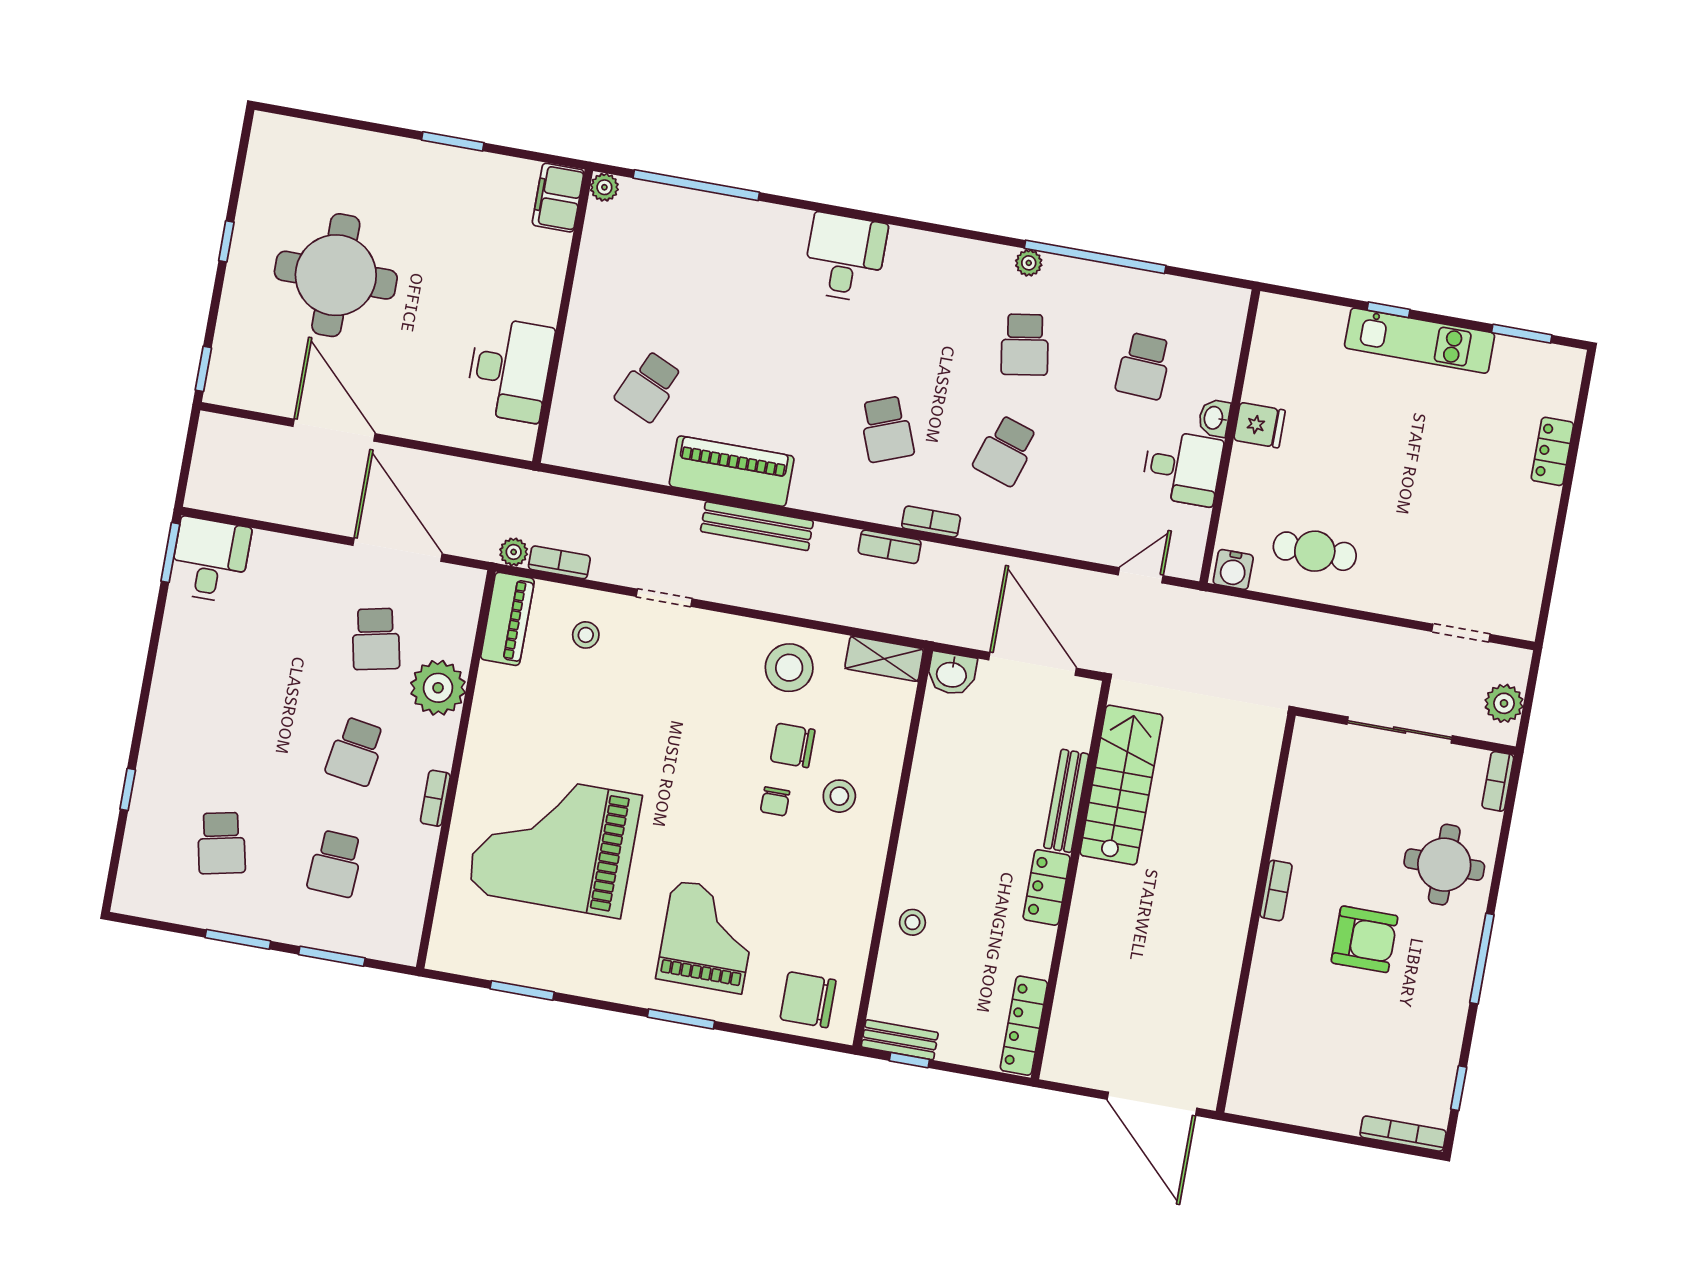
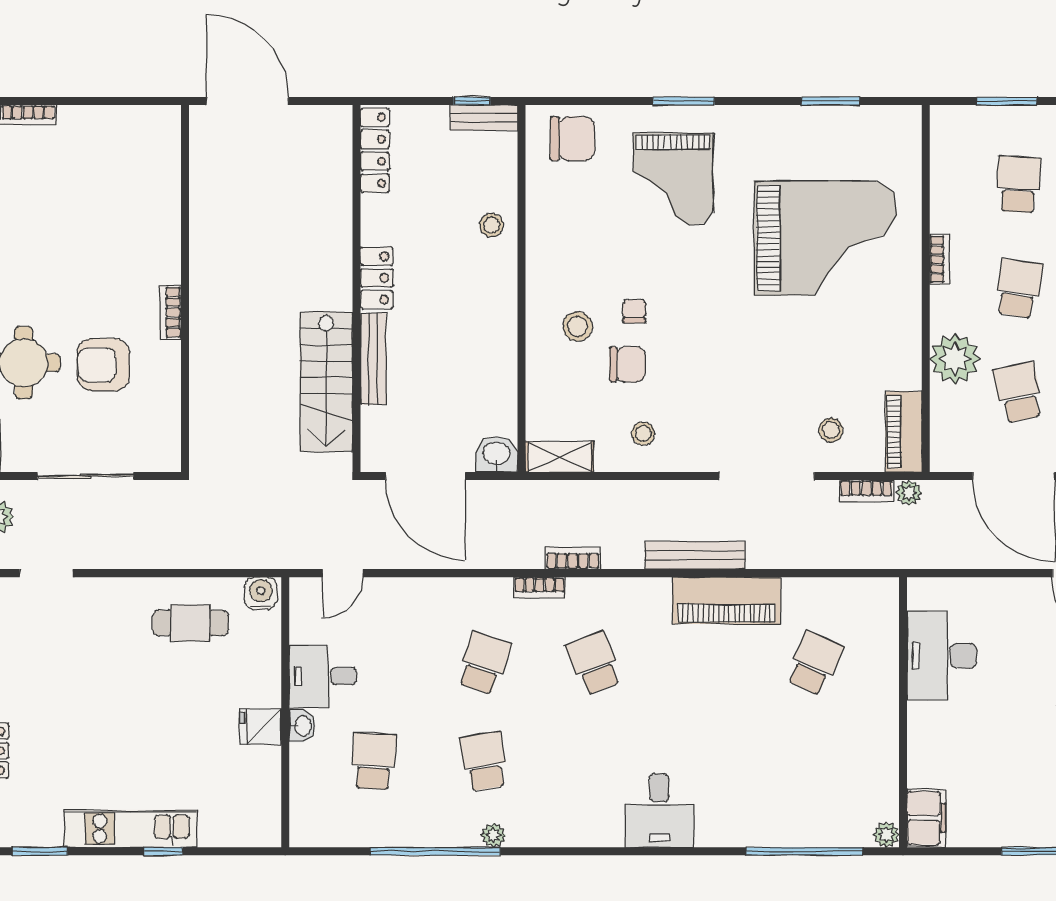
doorway: (664, 598) -> (767, 476), width x1.88
stool: (789, 668) -> (643, 434), width x0.53, depth x0.53
armchair: (1365, 939) -> (103, 365), moved

